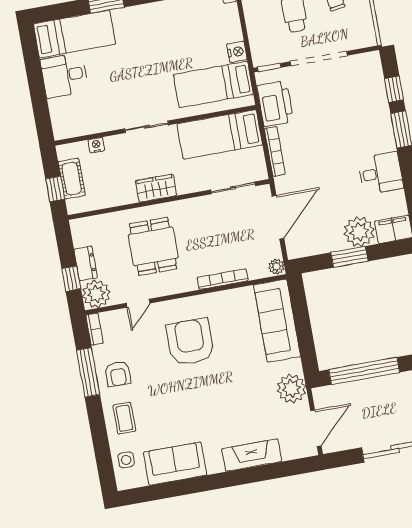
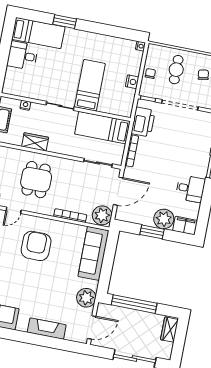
chair: (259, 30) -> (150, 73), added
bed: (213, 84) -> (90, 85), moved, turned 90
wardrobe: (156, 188) -> (35, 142), moved
plant: (276, 267) -> (102, 215), width x1.88, depth x1.88

